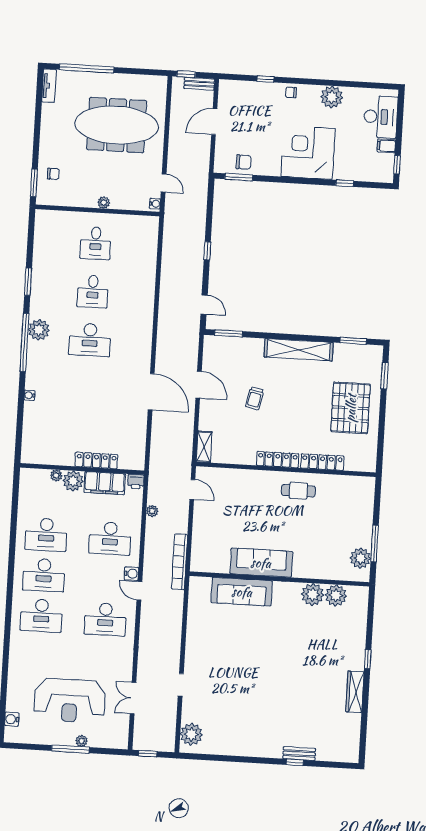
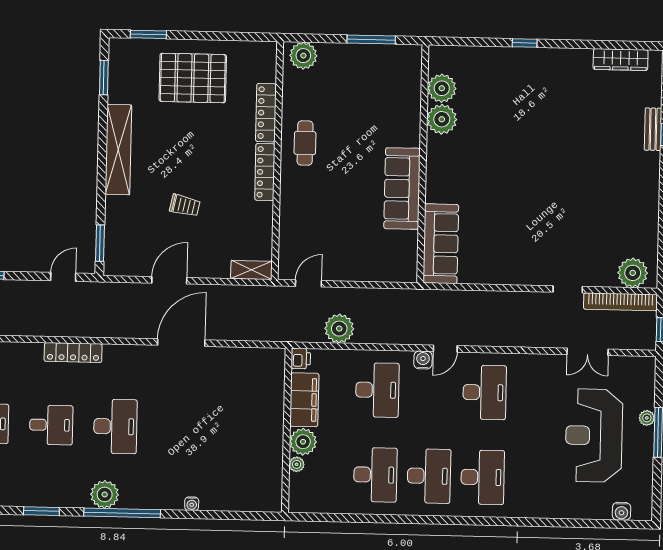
locker: (96, 460) -> (73, 353), moved, turned -90
plant: (152, 511) -> (339, 329), width x1.88, depth x1.88
plant: (360, 558) -> (303, 56), moved
bookcase: (180, 562) -> (620, 302), moved
sofa: (242, 592) -> (441, 244), moved
wardrobe: (355, 692) -> (621, 60), moved
reception desk: (70, 700) -> (594, 435), turned 180

